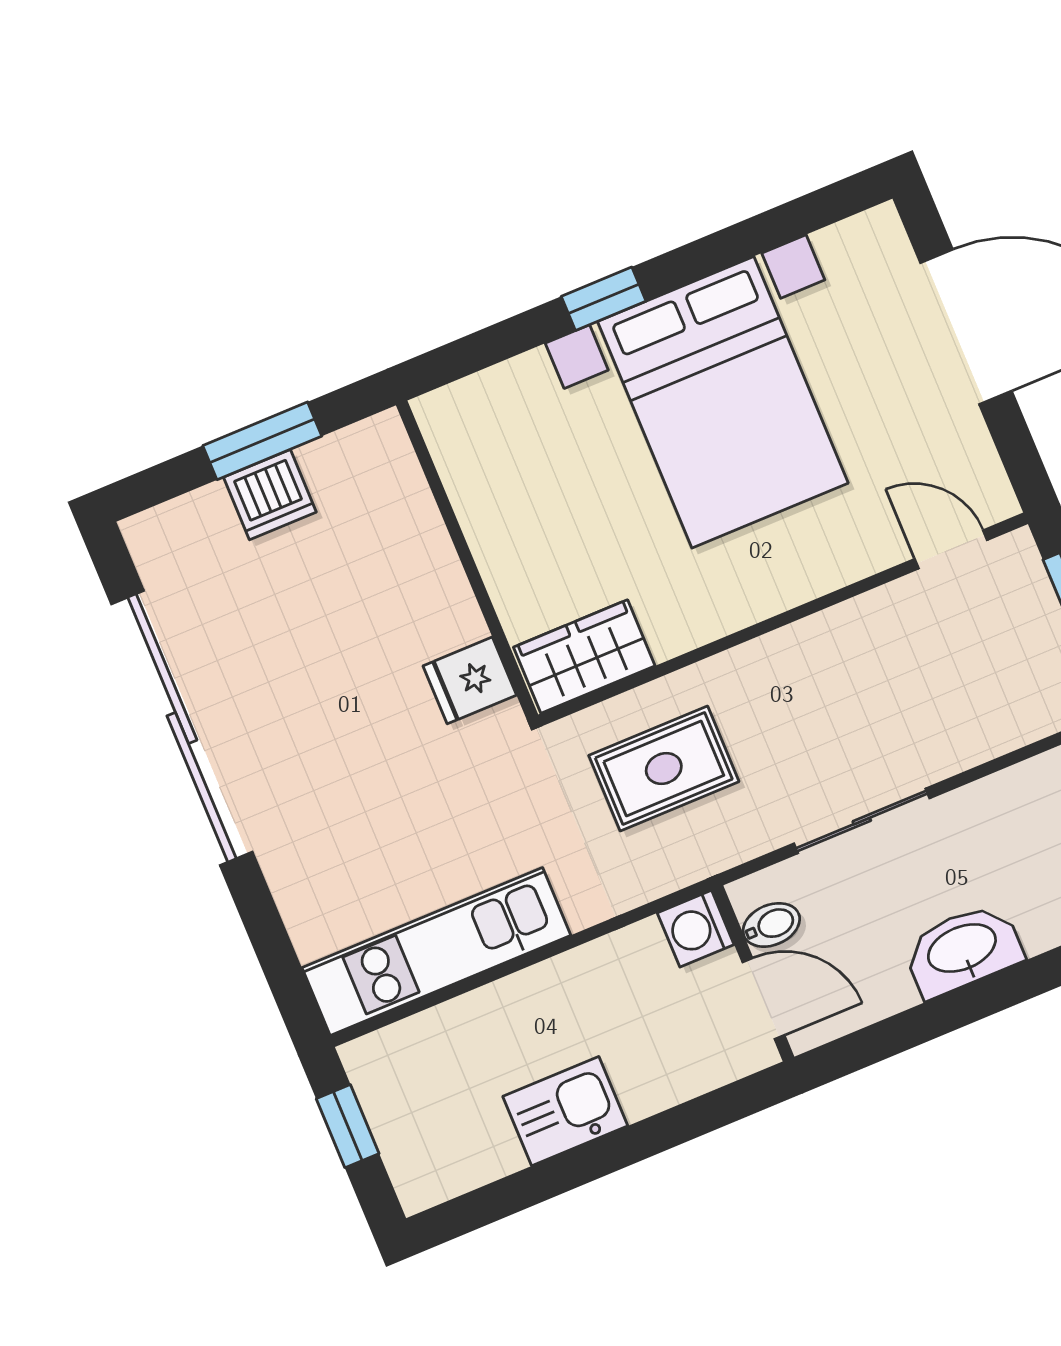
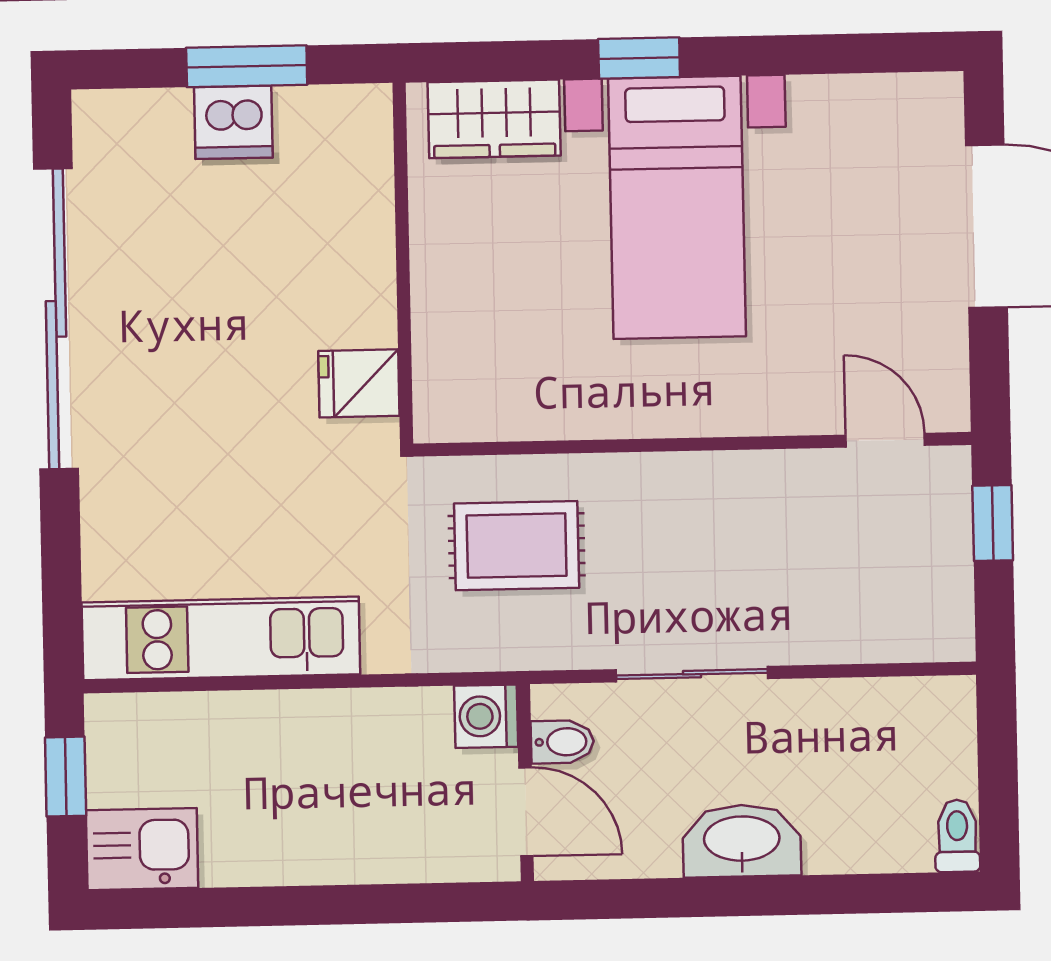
bed with nightstands: (723, 402) -> (677, 207), width x0.73
wardrobe: (584, 657) -> (494, 119), moved, turned 180
kitchen sink: (565, 1111) -> (142, 849), moved

